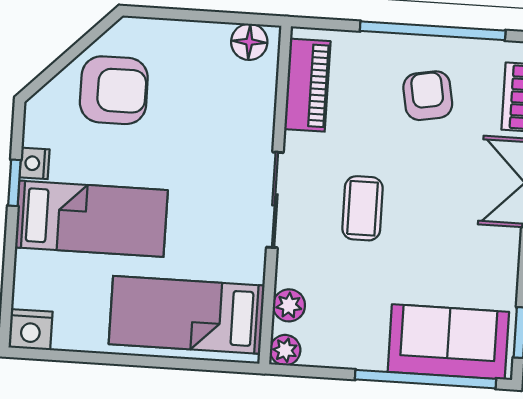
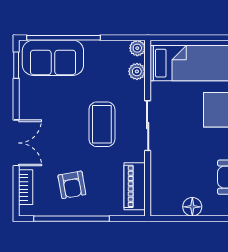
floor lamp: (249, 42) -> (192, 207), moved
coffee table: (363, 208) -> (102, 124), width x1.36, depth x1.30

